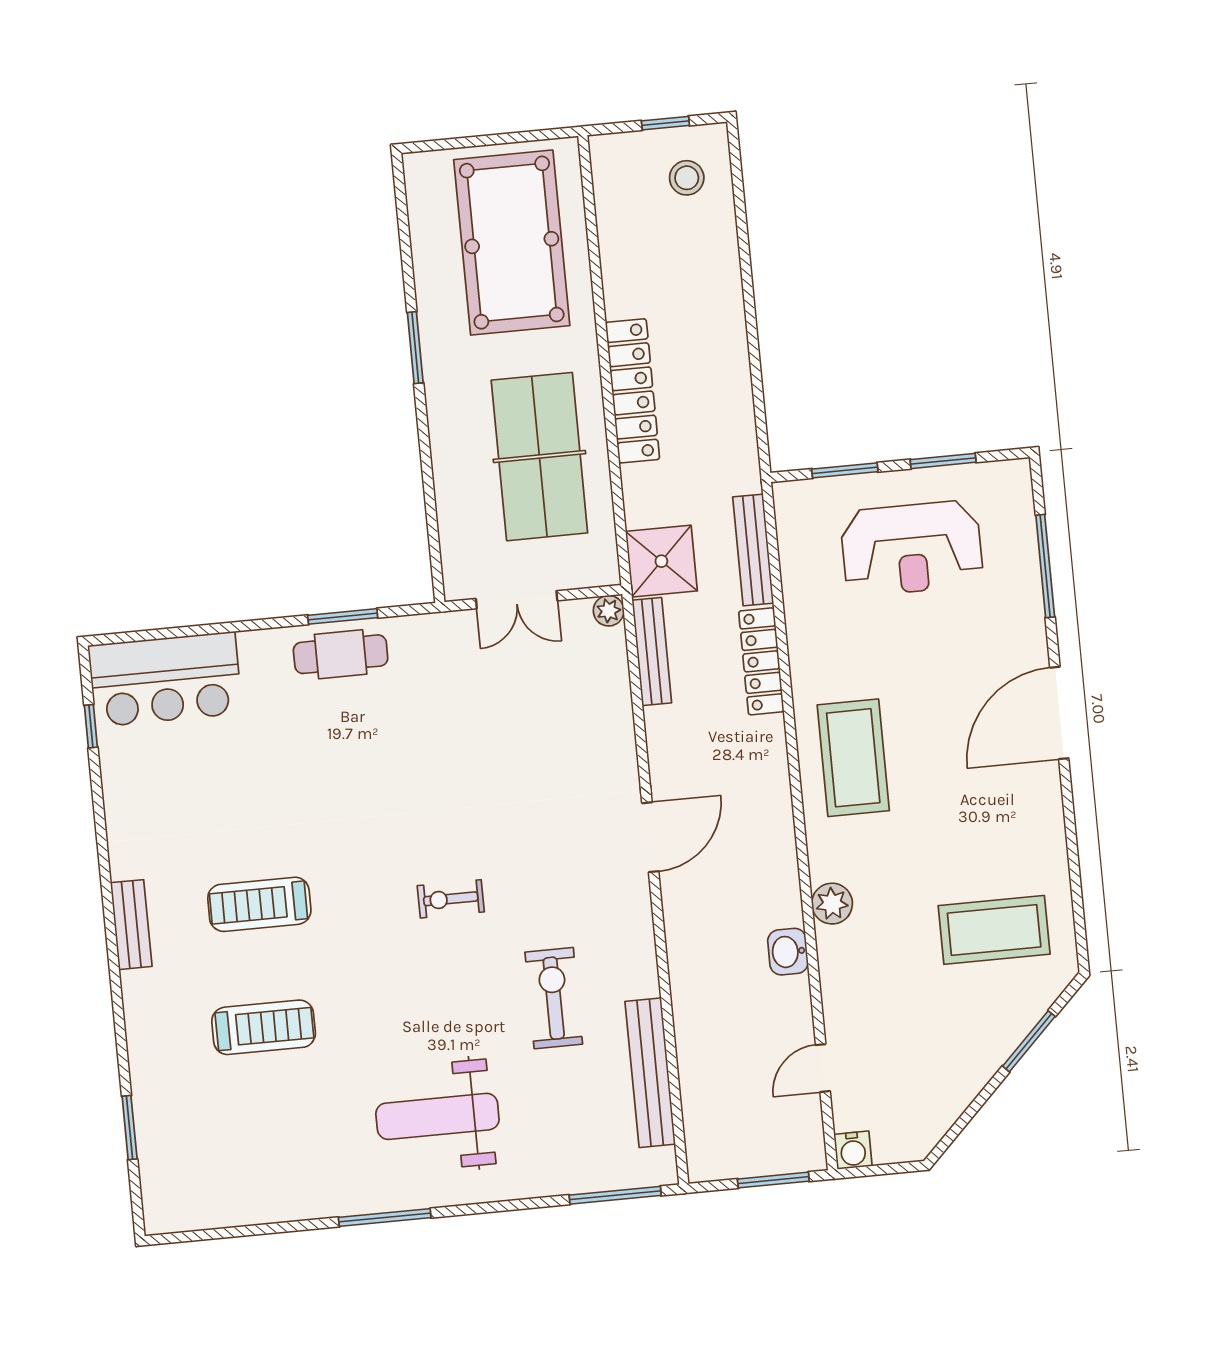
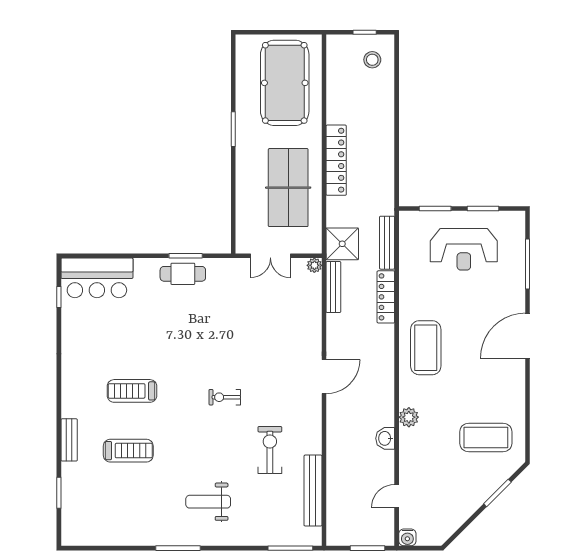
bench: (131, 925) -> (69, 440), moved
weight bench: (437, 1116) -> (208, 502), width x0.73, depth x0.75

